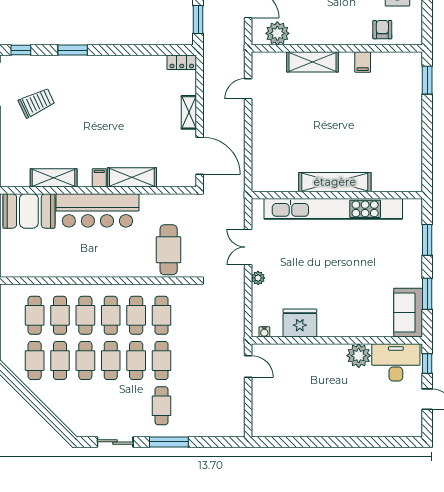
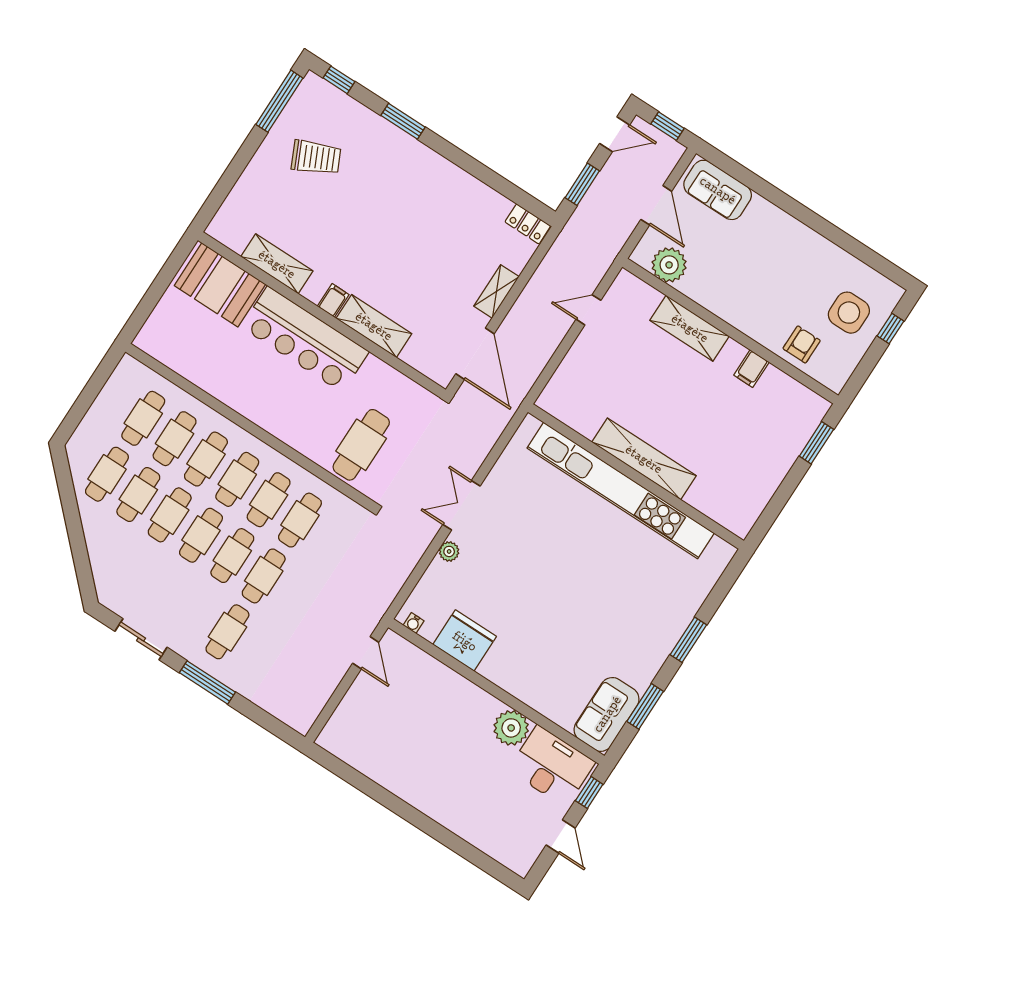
shelving: (335, 182) -> (644, 459), moved
wall: (337, 195) -> (636, 476), moved
kitchen unit: (333, 209) -> (621, 491), moved

